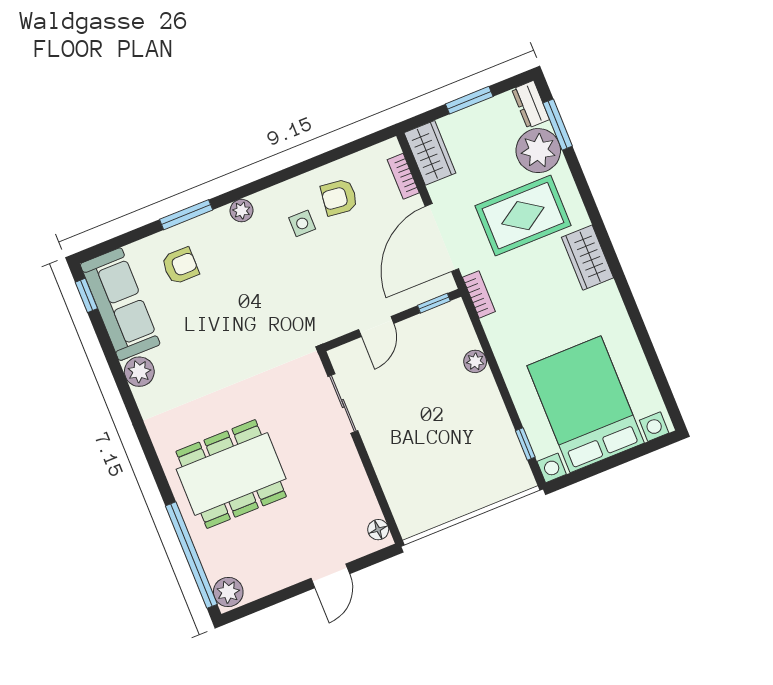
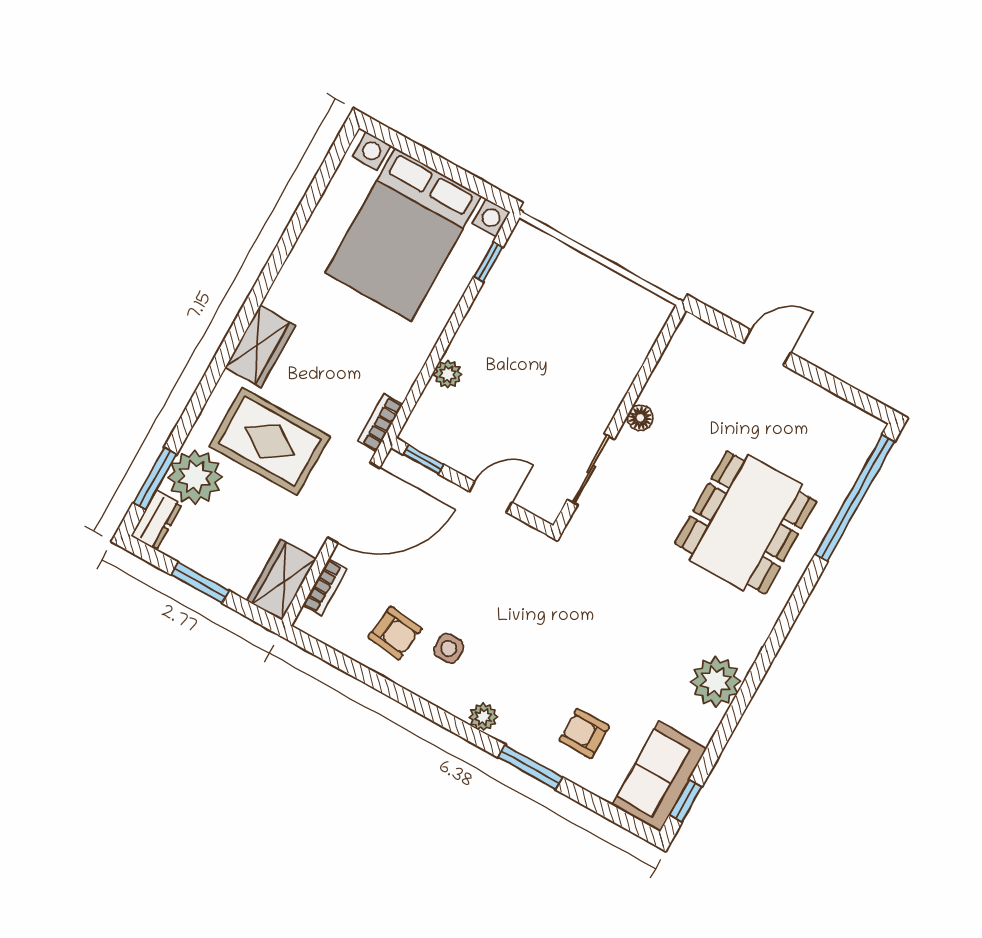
sofa: (120, 304) -> (659, 777), width x0.73
plant: (139, 372) -> (716, 682), width x1.36, depth x1.36
dining table: (231, 474) -> (746, 522), turned 90
floor lamp: (378, 530) -> (640, 418), moved
plant: (228, 592) -> (862, 434), removed

